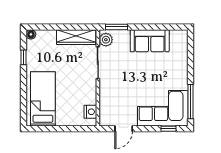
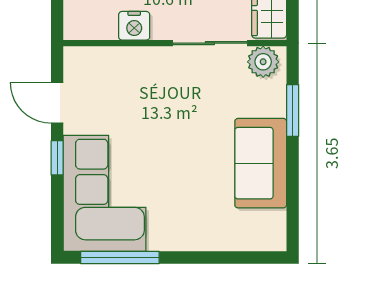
window: (116, 27) -> (293, 110), moved
nightstand: (90, 112) -> (134, 26), moved
window: (168, 129) -> (57, 158), moved

